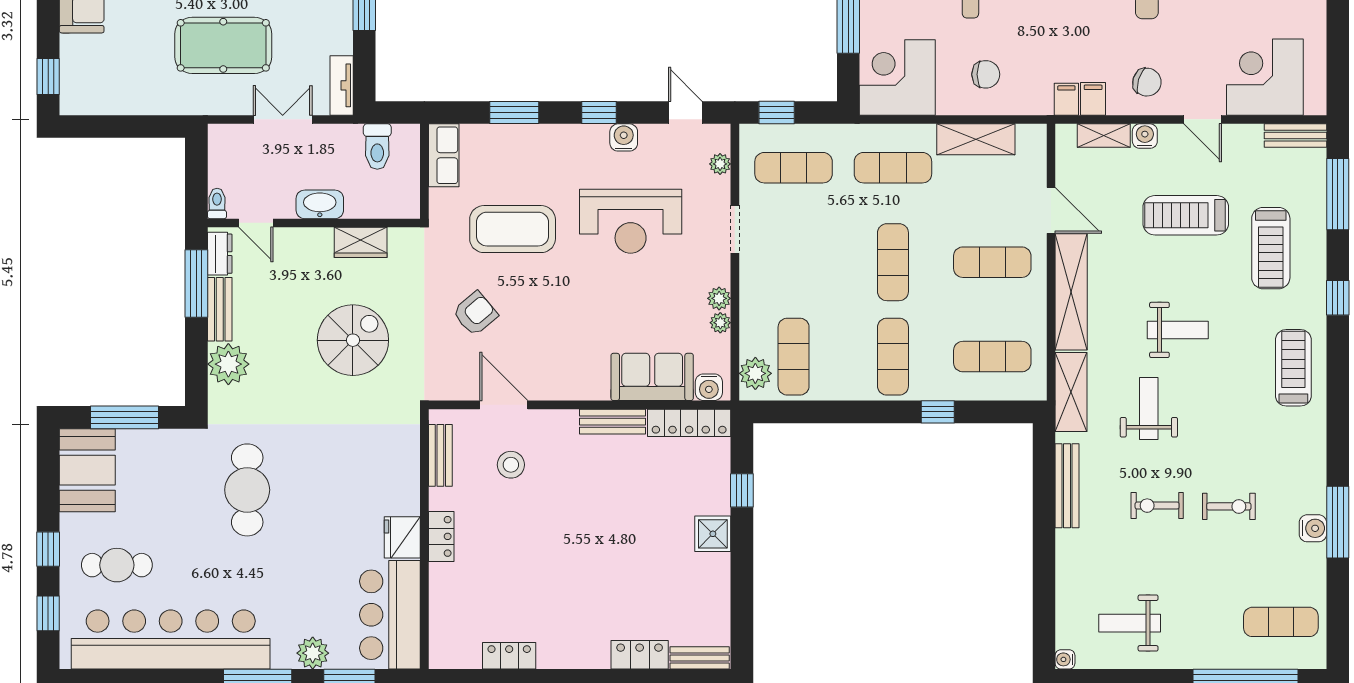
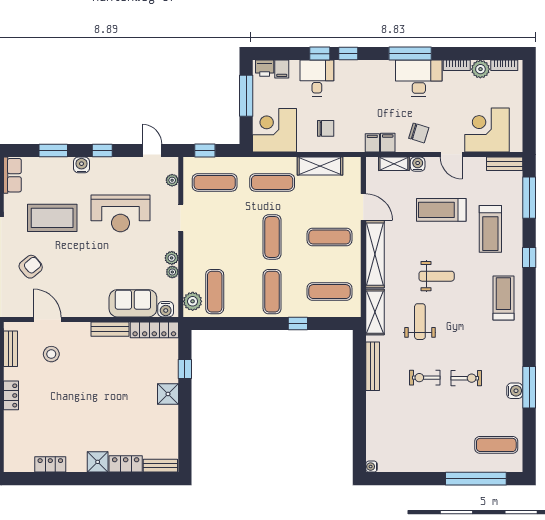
water cooler: (624, 137) -> (81, 165), moved
weight bench: (1130, 623) -> (409, 446), removed
shower: (591, 651) -> (98, 462), added

